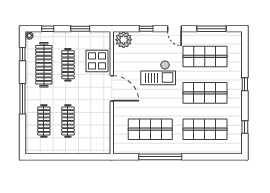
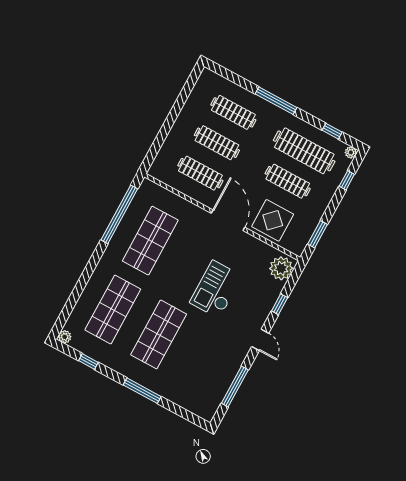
window: (80, 29) -> (318, 234), moved
door: (174, 29) -> (260, 340), swing flipped
shop shelf: (205, 56) -> (204, 359), removed
window: (245, 84) -> (142, 391), width x2.17
door: (112, 88) -> (228, 220), swing flipped
clothes rail: (92, 121) -> (200, 173), added
plant: (238, 150) -> (65, 337), added
window: (160, 157) -> (119, 214), moved

